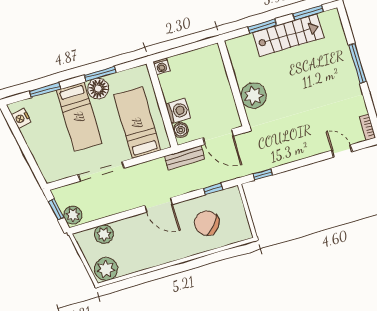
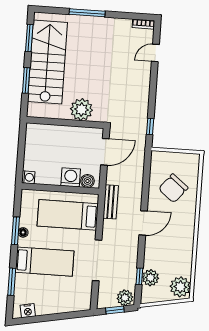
stairs: (288, 35) -> (48, 62), width x1.36, depth x1.51
floor lamp: (98, 89) -> (23, 232), width x0.53, depth x0.53
bench: (184, 158) -> (111, 202), moved
window: (213, 189) -> (139, 276), moved

